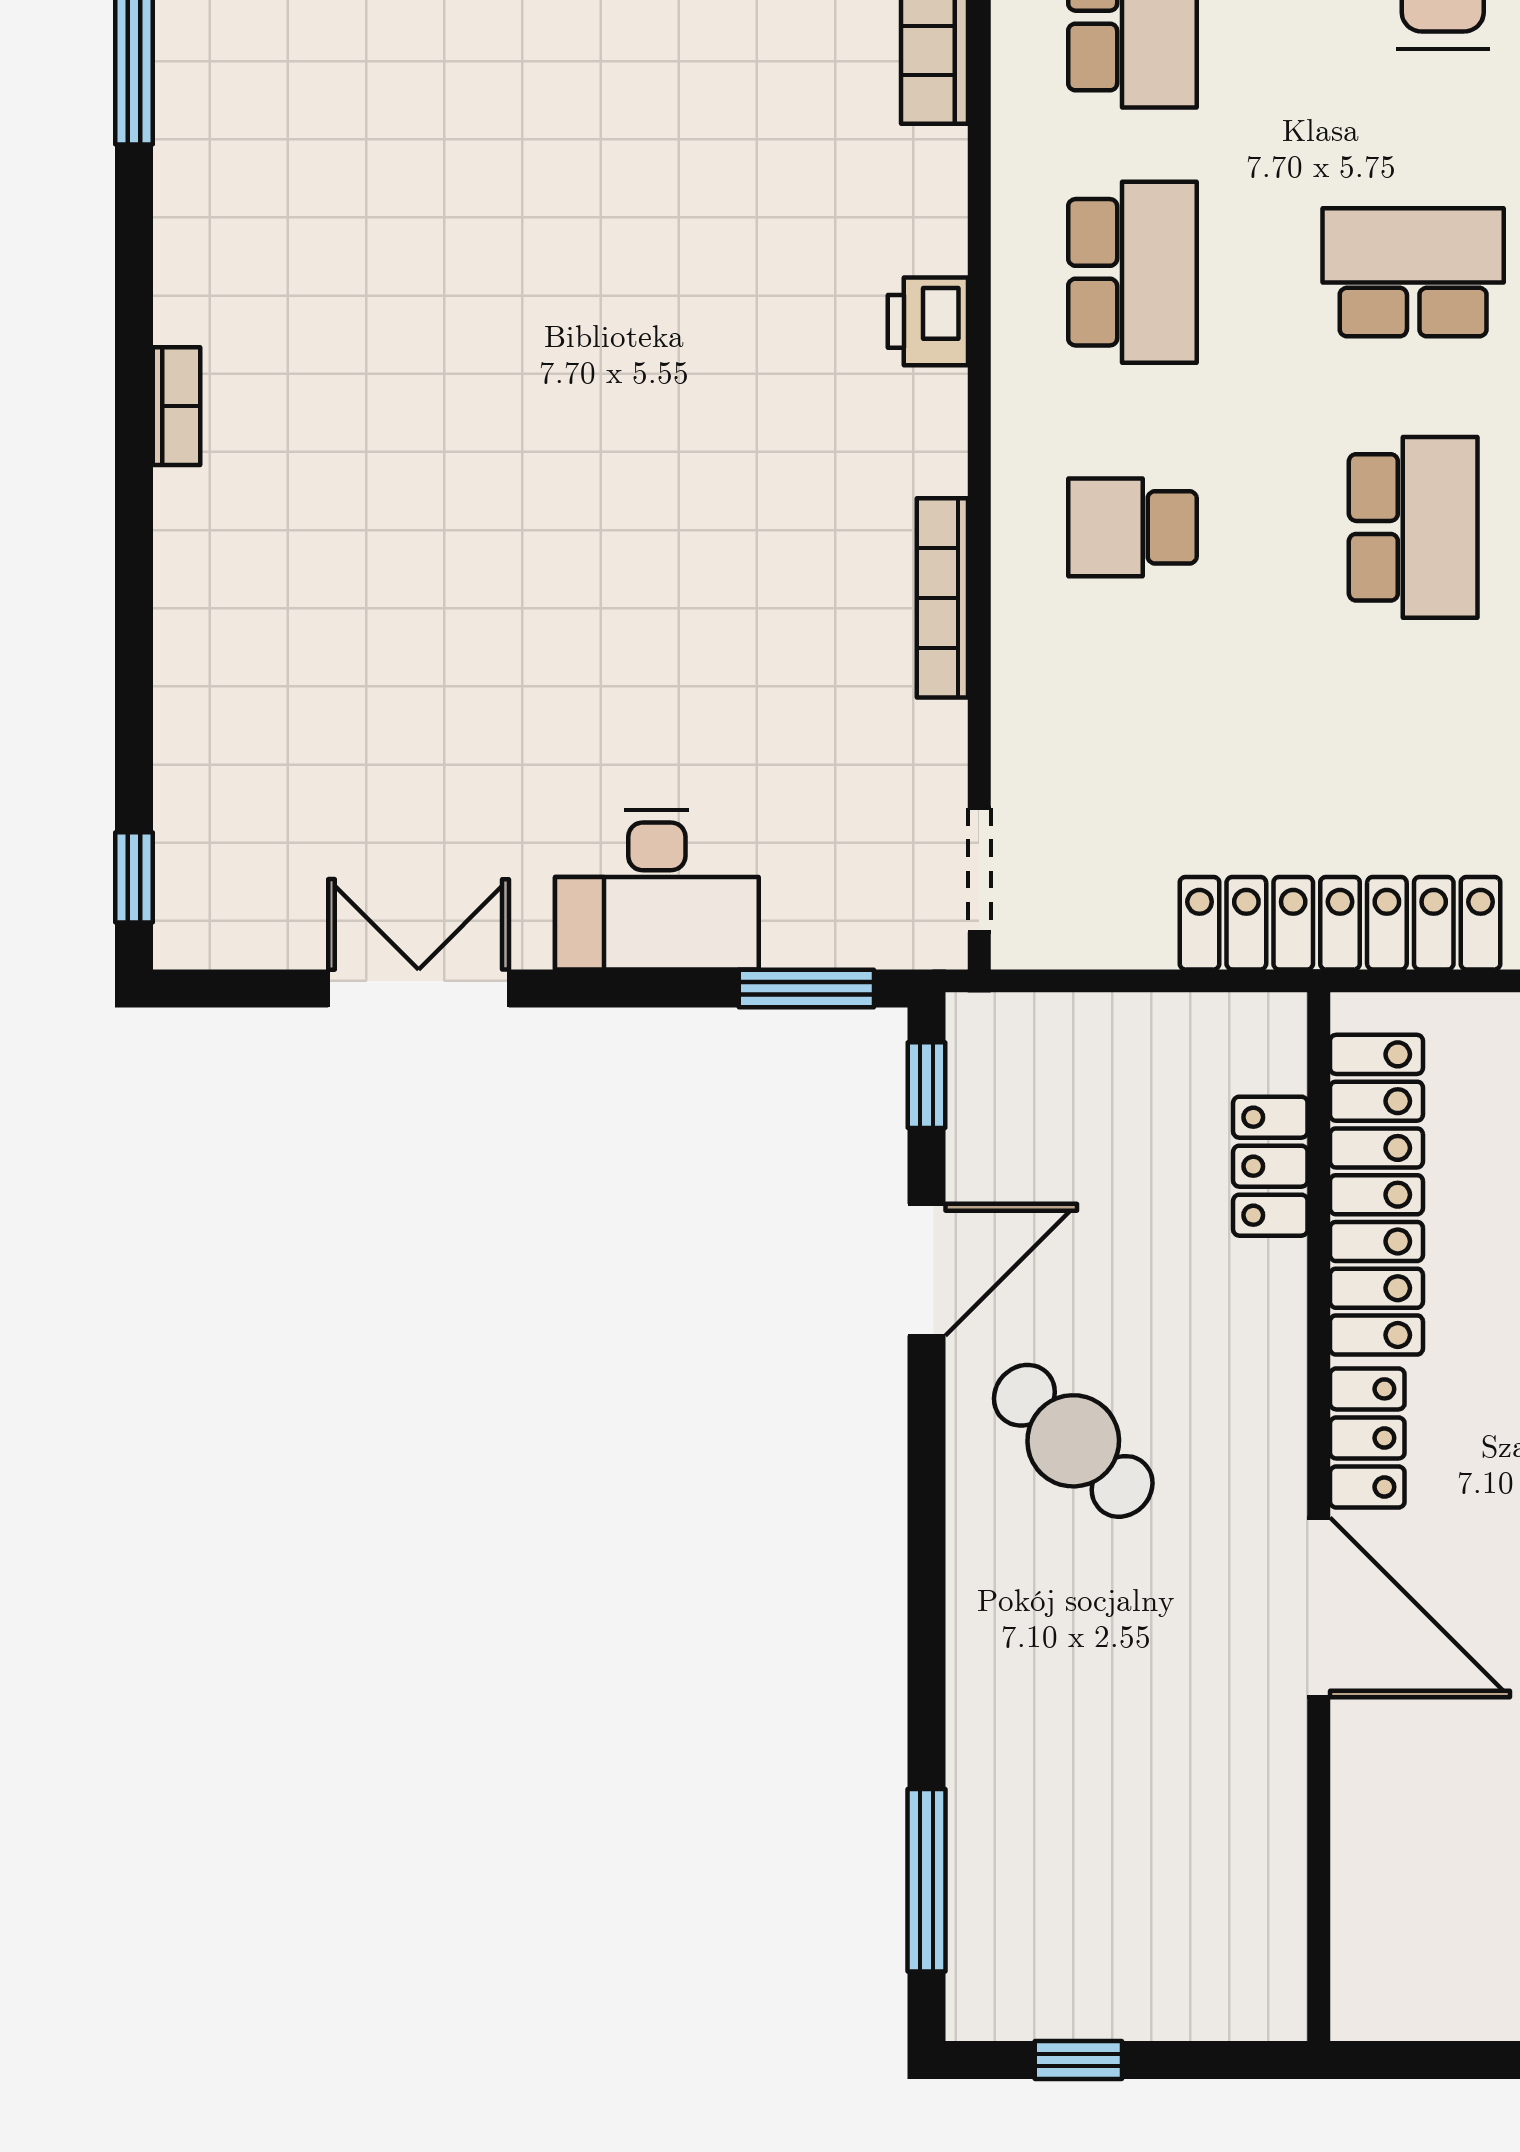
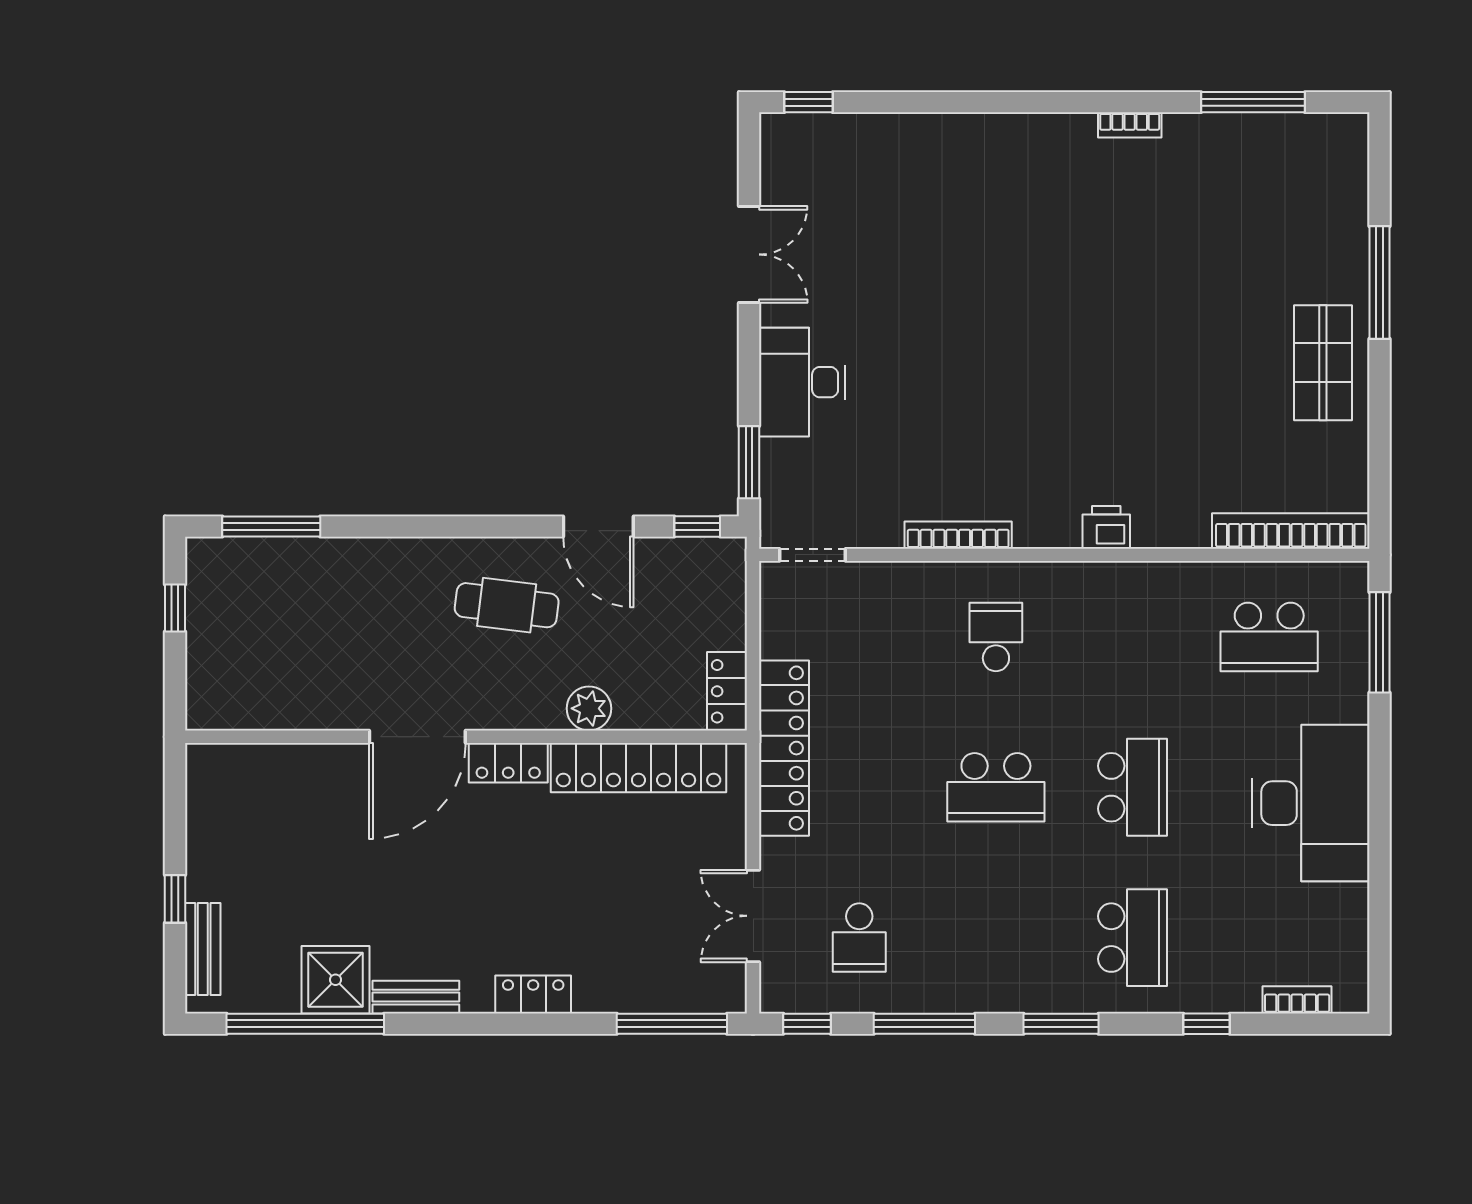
school desk: (1132, 272) -> (1133, 637), removed
bookcase: (177, 406) -> (1130, 125), moved
locker: (1270, 1166) -> (727, 691), moved, turned -90
plant: (1266, 1287) -> (589, 708), added
cafe table: (1073, 1441) -> (507, 605), turned 54

